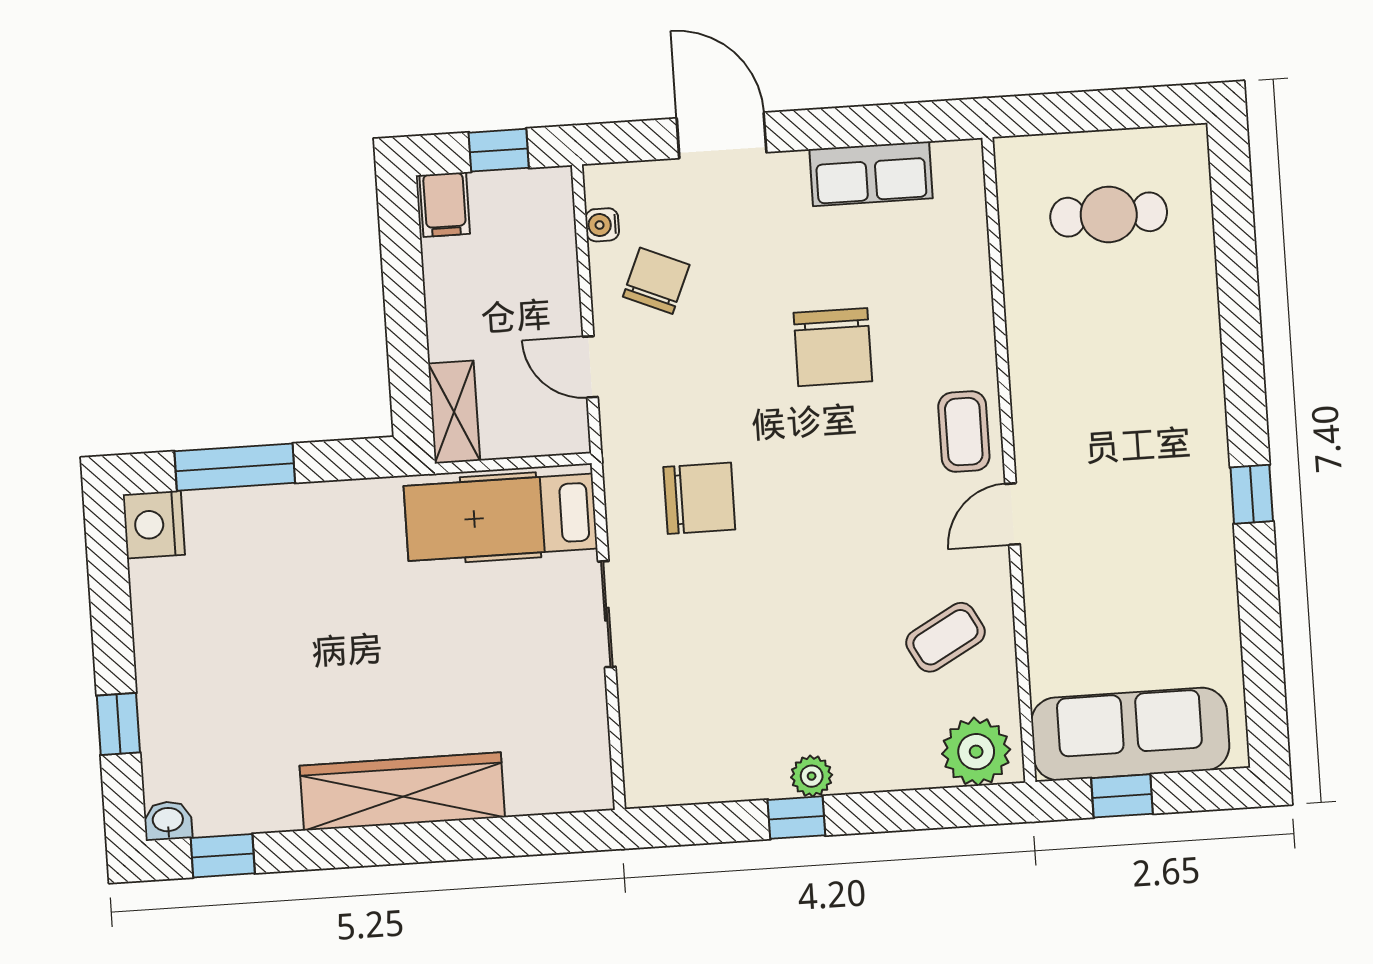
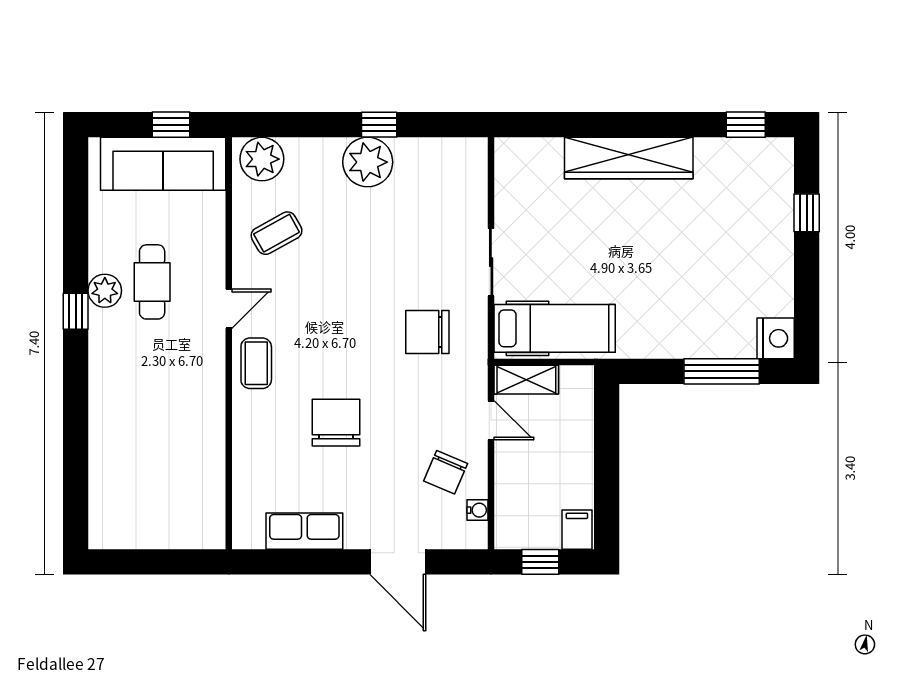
cafe table: (1109, 214) -> (152, 282), moved, turned 90
shelving: (454, 412) -> (526, 380), moved, turned 90
plant: (1208, 529) -> (105, 291), added
plant: (812, 776) -> (368, 162), width x1.87, depth x1.87
washbasin: (168, 821) -> (779, 149), removed

